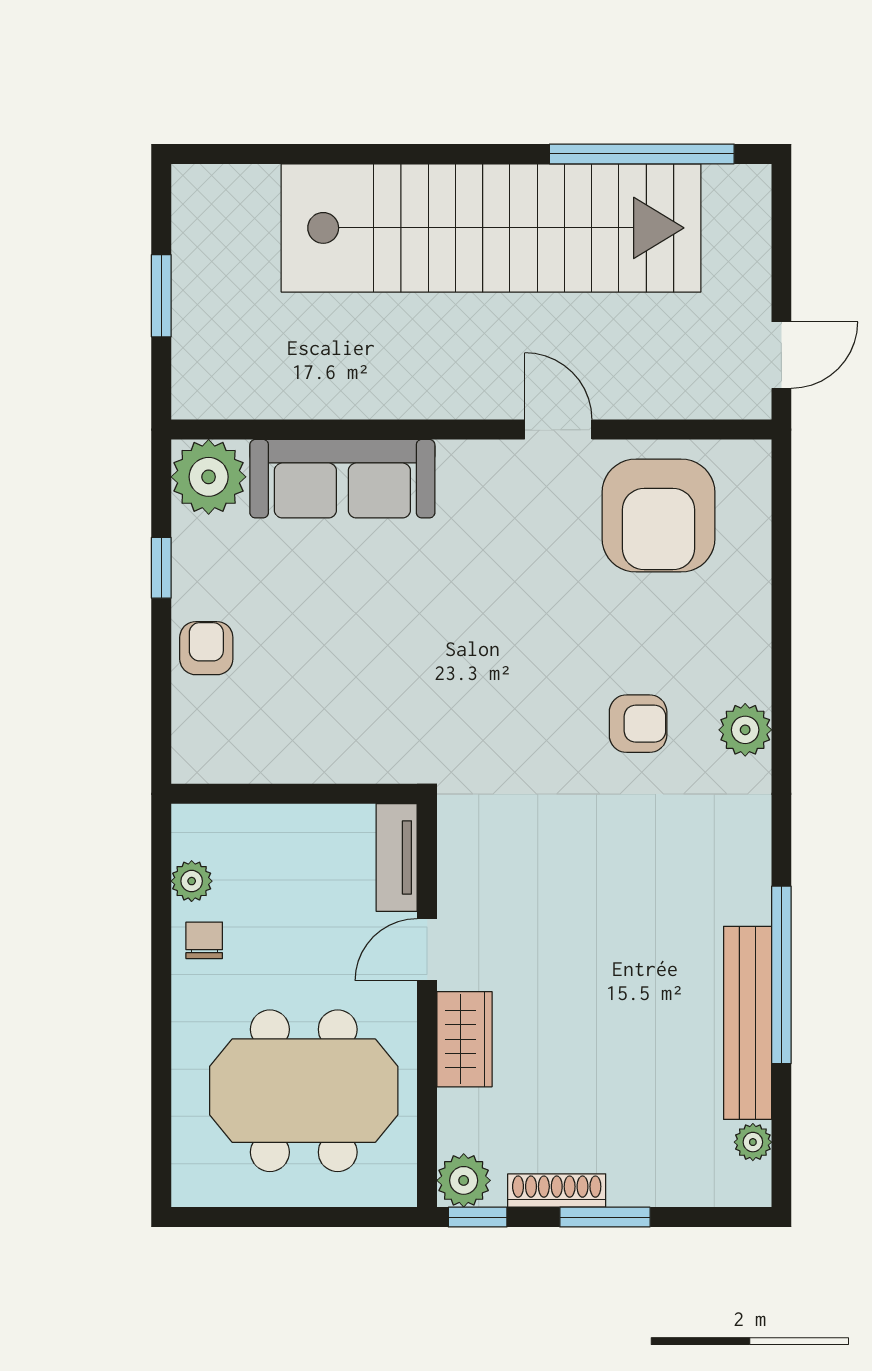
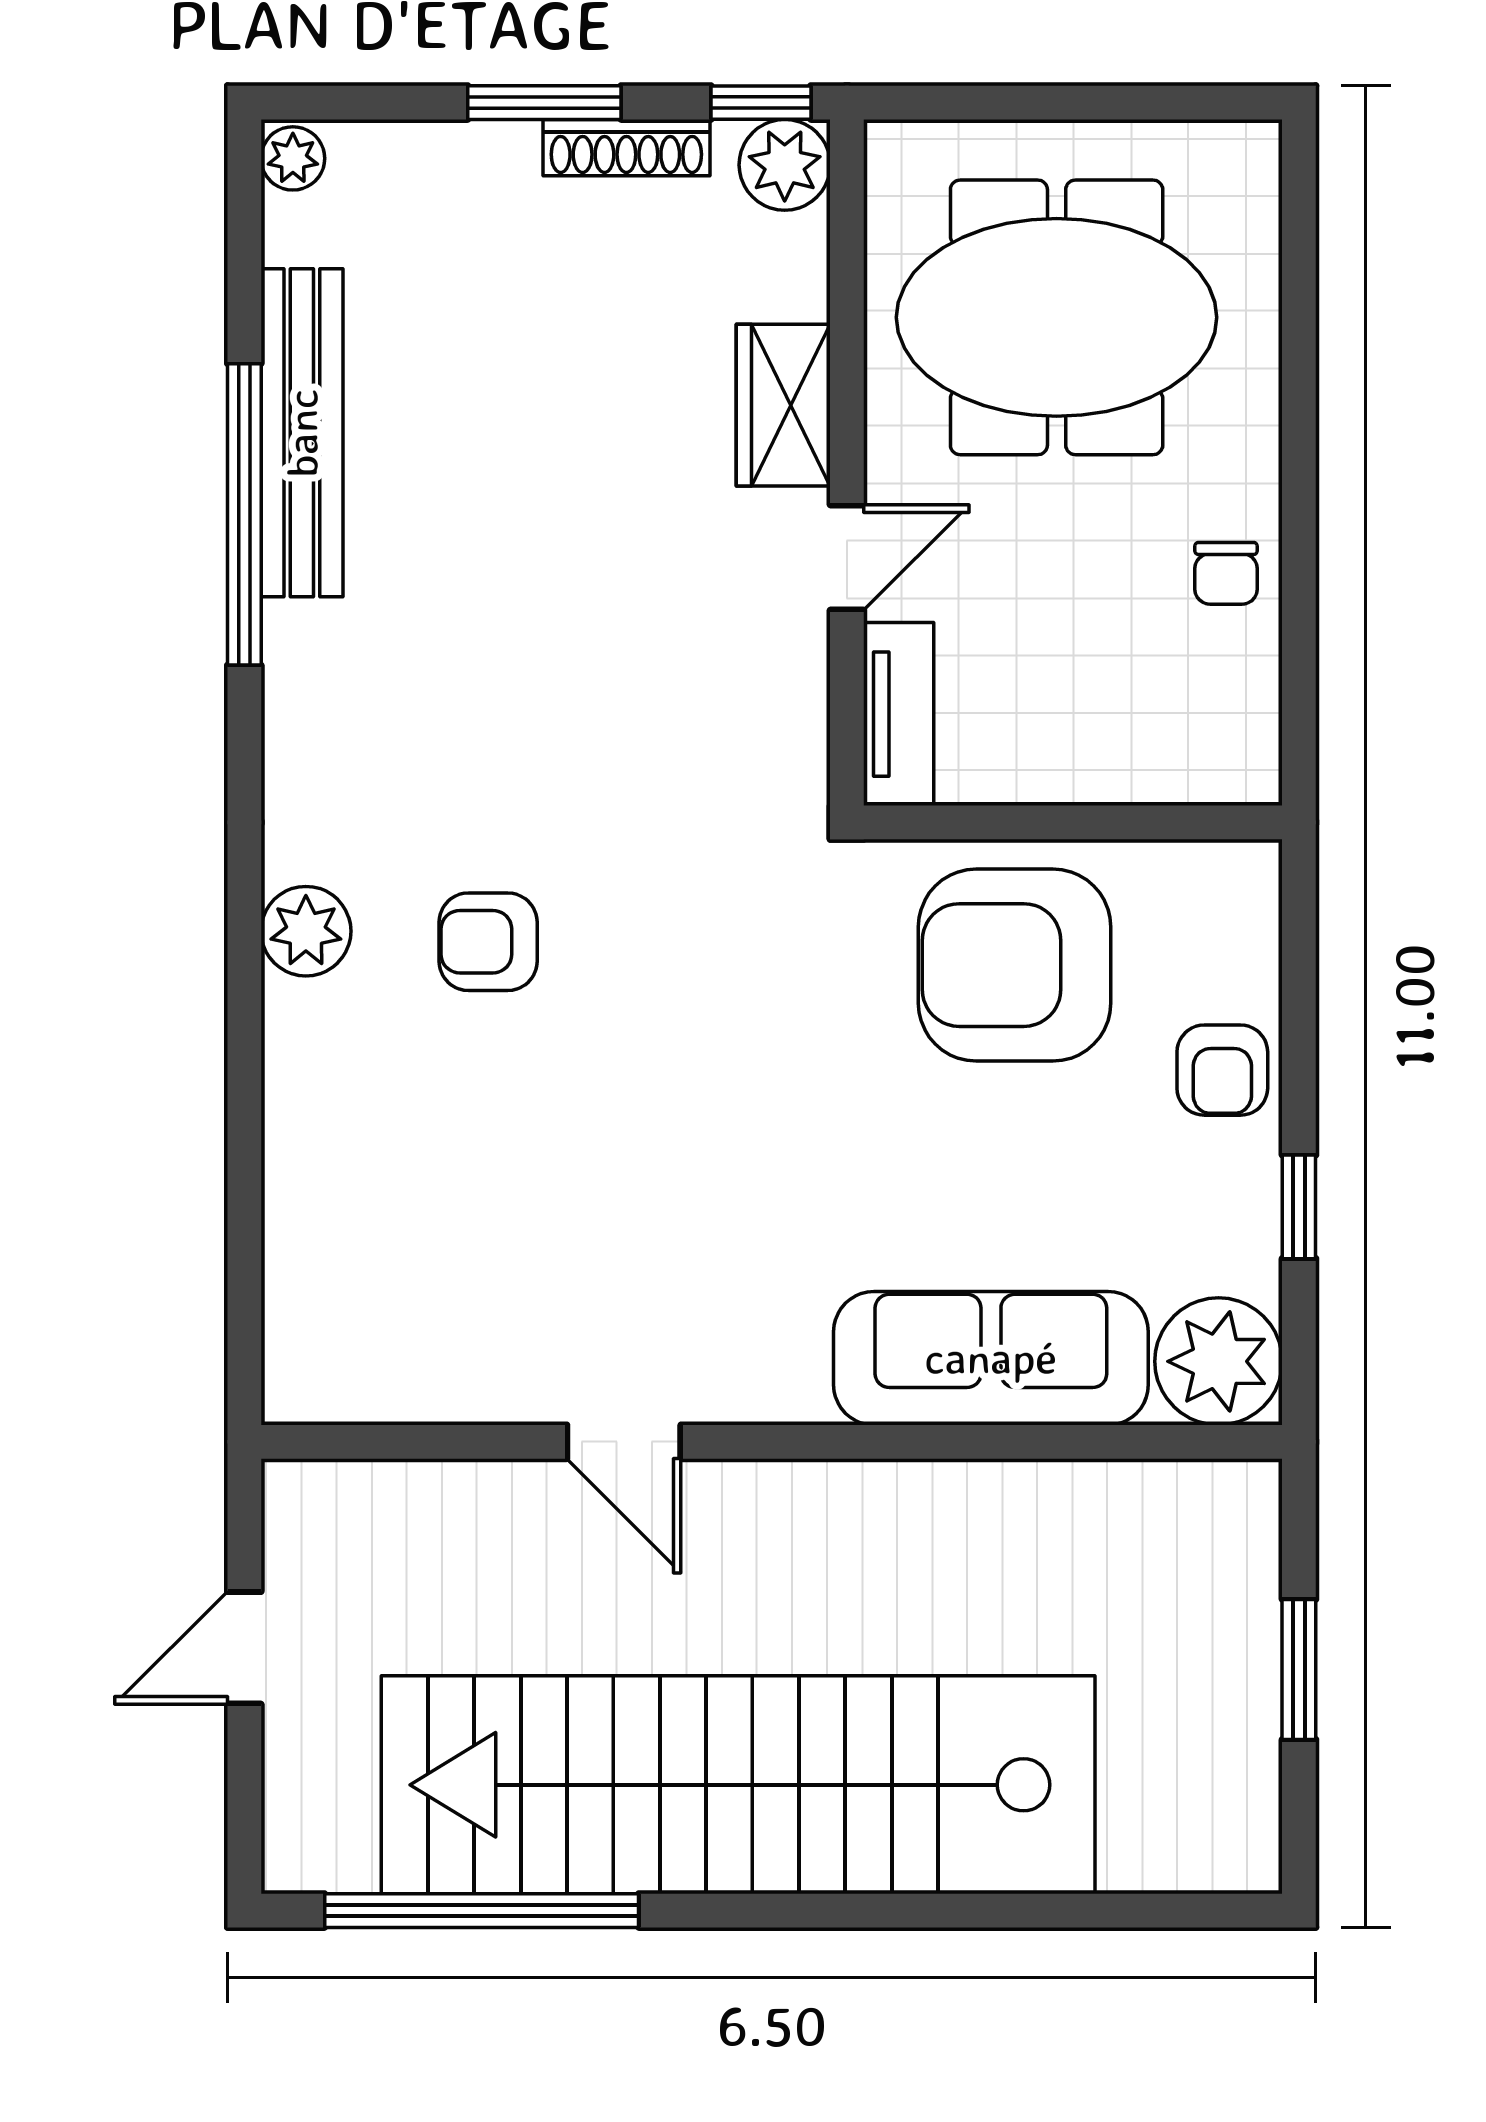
door: (781, 355) -> (244, 1648), moved
armchair: (658, 516) -> (1015, 965), moved, turned -90
plant: (192, 881) -> (1247, 674), removed
plant: (753, 1142) -> (293, 158), moved

